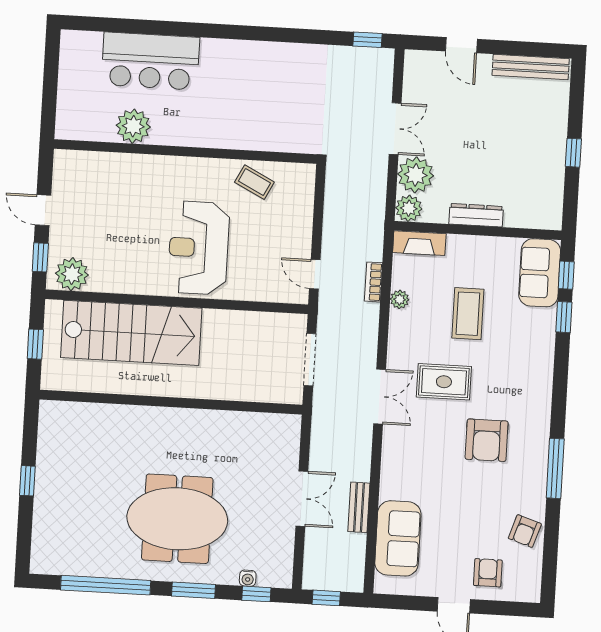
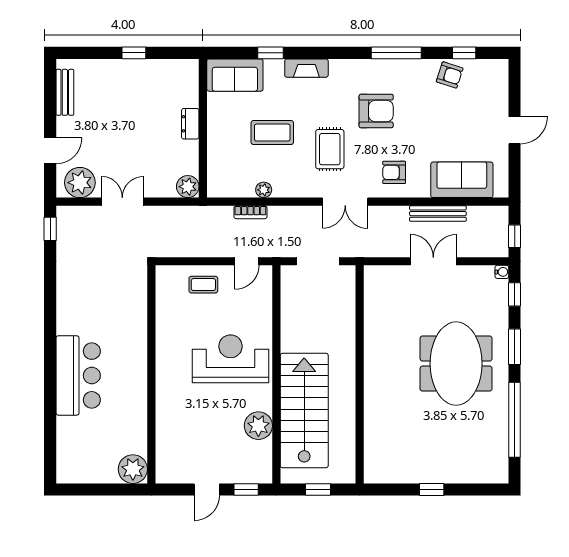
bar counter: (150, 61) -> (78, 375), moved
bench: (531, 67) -> (65, 92), width x0.73
plant: (133, 126) -> (133, 469), moved
plant: (416, 175) -> (80, 183), moved
coffee table: (254, 182) -> (203, 285), moved, turned 63
dresser: (476, 215) -> (190, 124), width x0.70
fireplace: (419, 243) -> (306, 68), moved, turned 90
reception desk: (199, 248) -> (231, 359), turned 180
plant: (72, 274) -> (258, 426), moved
window: (566, 275) -> (464, 53), moved
double door: (380, 397) -> (345, 202), swing flipped
bench: (359, 507) -> (438, 214), width x1.36
armchair: (488, 573) -> (394, 172), moved
water cooler: (248, 578) -> (502, 272), moved

